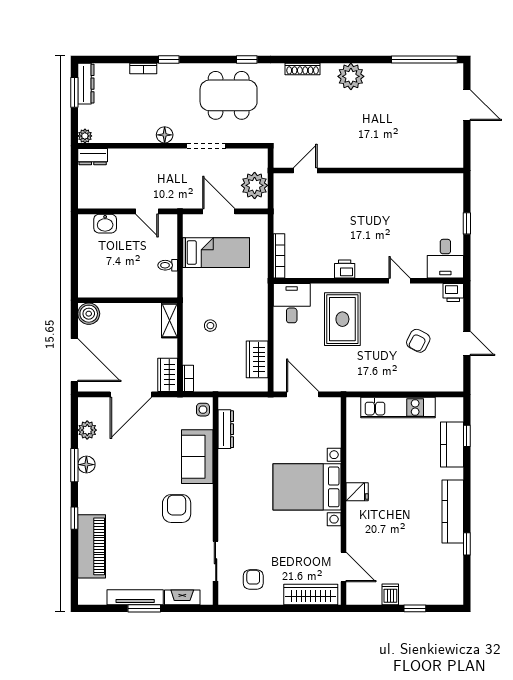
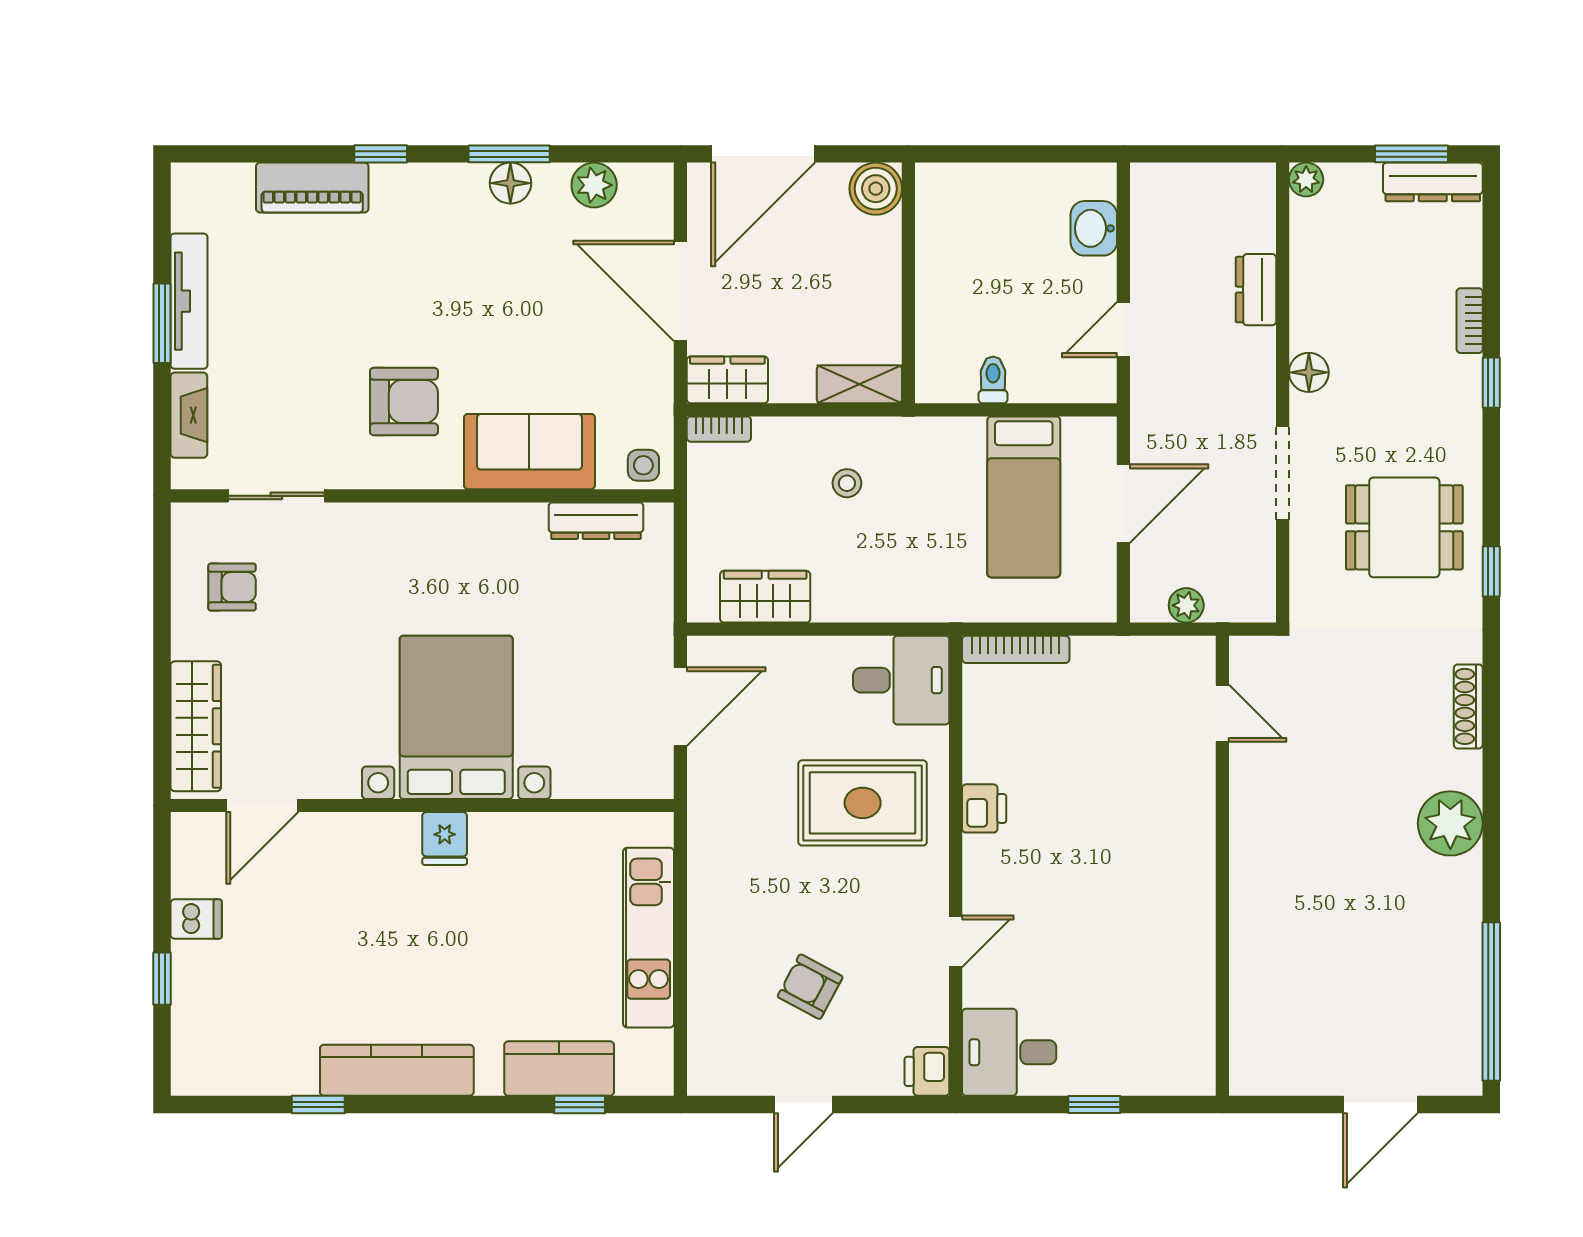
dining table: (229, 95) -> (1404, 527), width x0.73
dresser: (93, 157) -> (1256, 290), moved
plant: (255, 185) -> (1186, 605), width x0.53, depth x0.53
piano: (92, 546) -> (312, 188), width x0.73, depth x0.75

